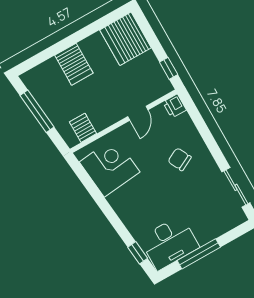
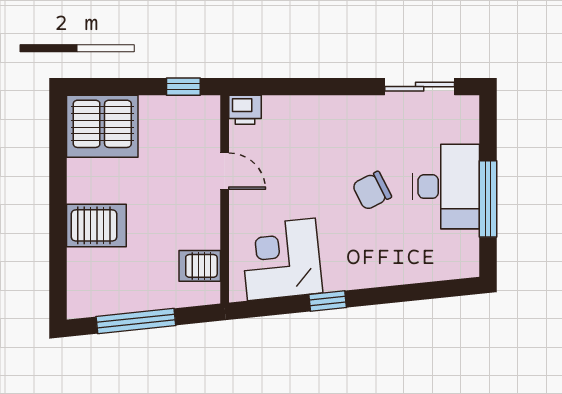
chair: (180, 159) -> (372, 191), moved
desk: (169, 243) -> (446, 187), moved
window: (138, 253) -> (328, 301), moved

